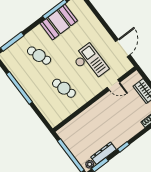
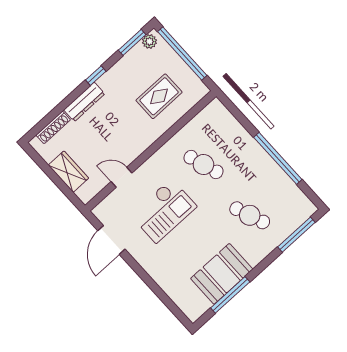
checkout: (90, 63) -> (164, 211), turned -90
rug: (87, 131) -> (159, 96), added
dresser: (103, 153) -> (84, 102), moved

